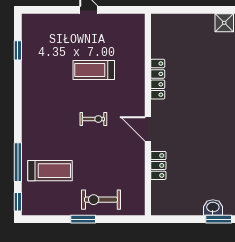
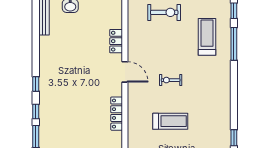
treadmill: (50, 171) -> (207, 37), turned 90

